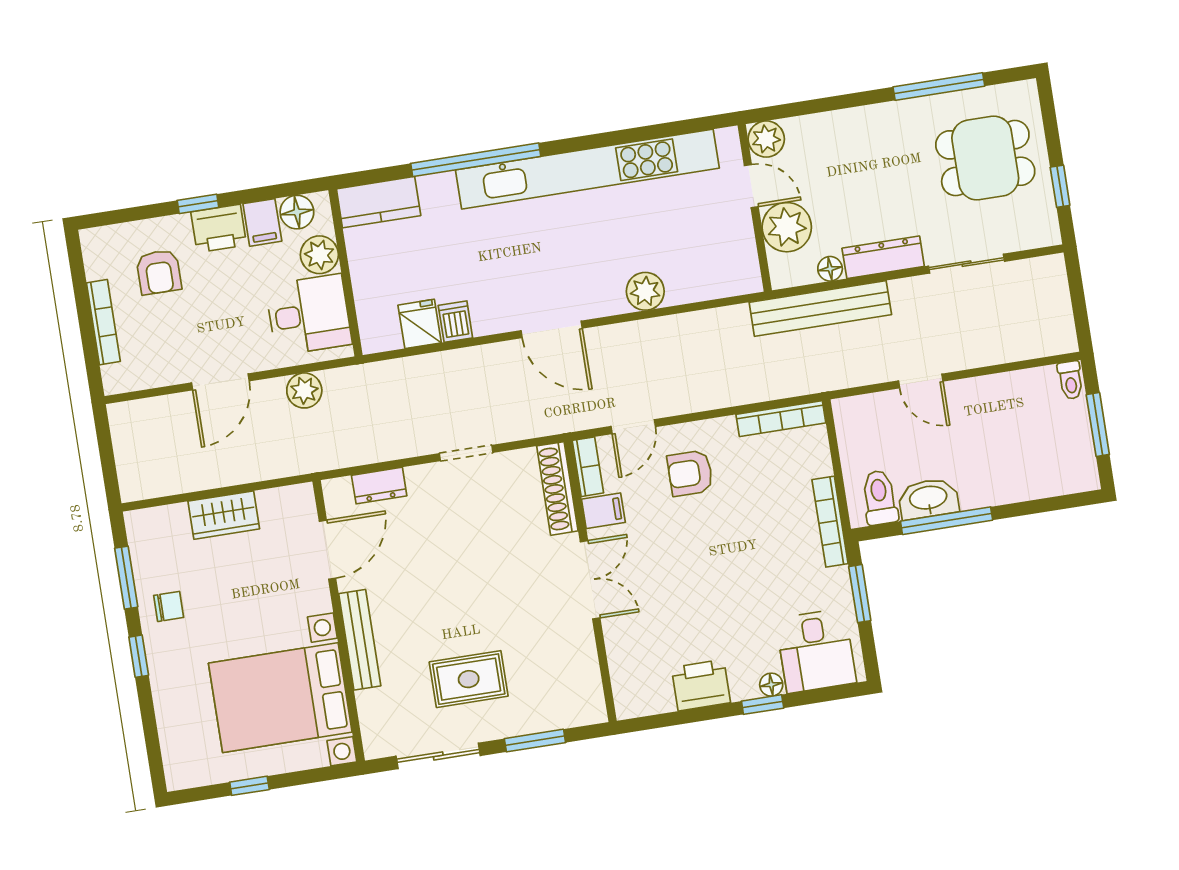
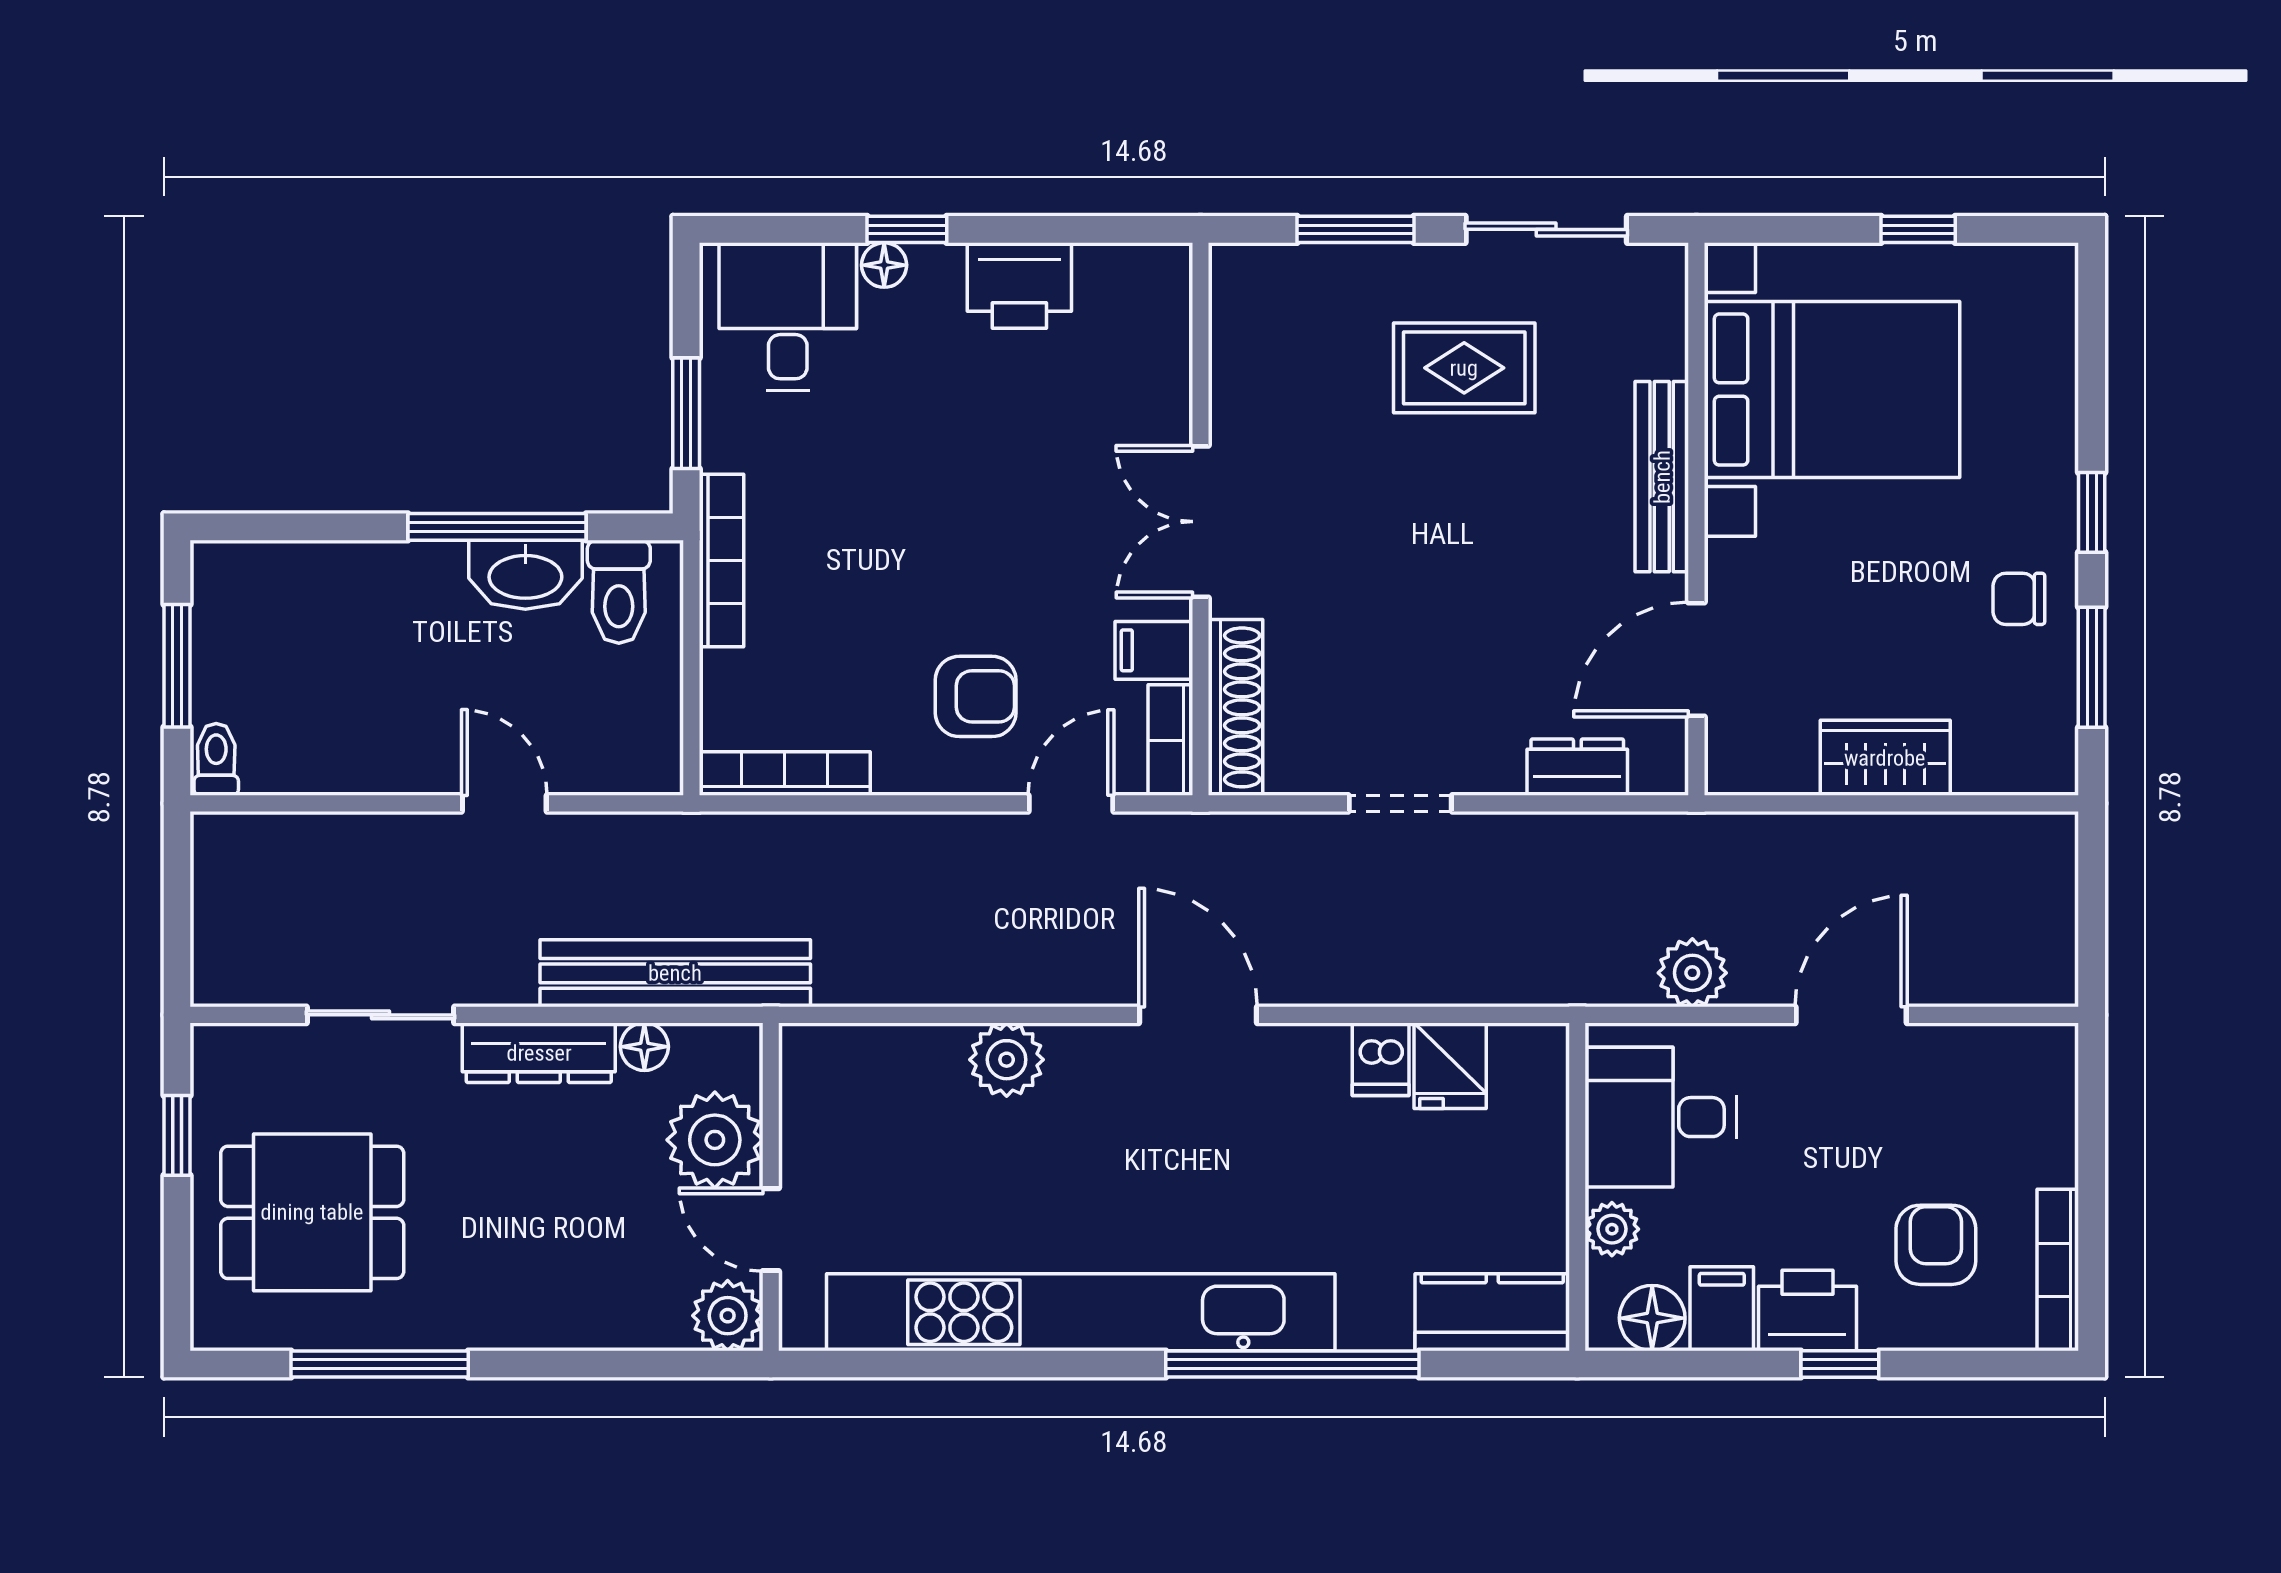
plant: (319, 255) -> (1612, 1229), width x0.73, depth x0.73
bookcase: (103, 322) -> (2058, 1270), moved

